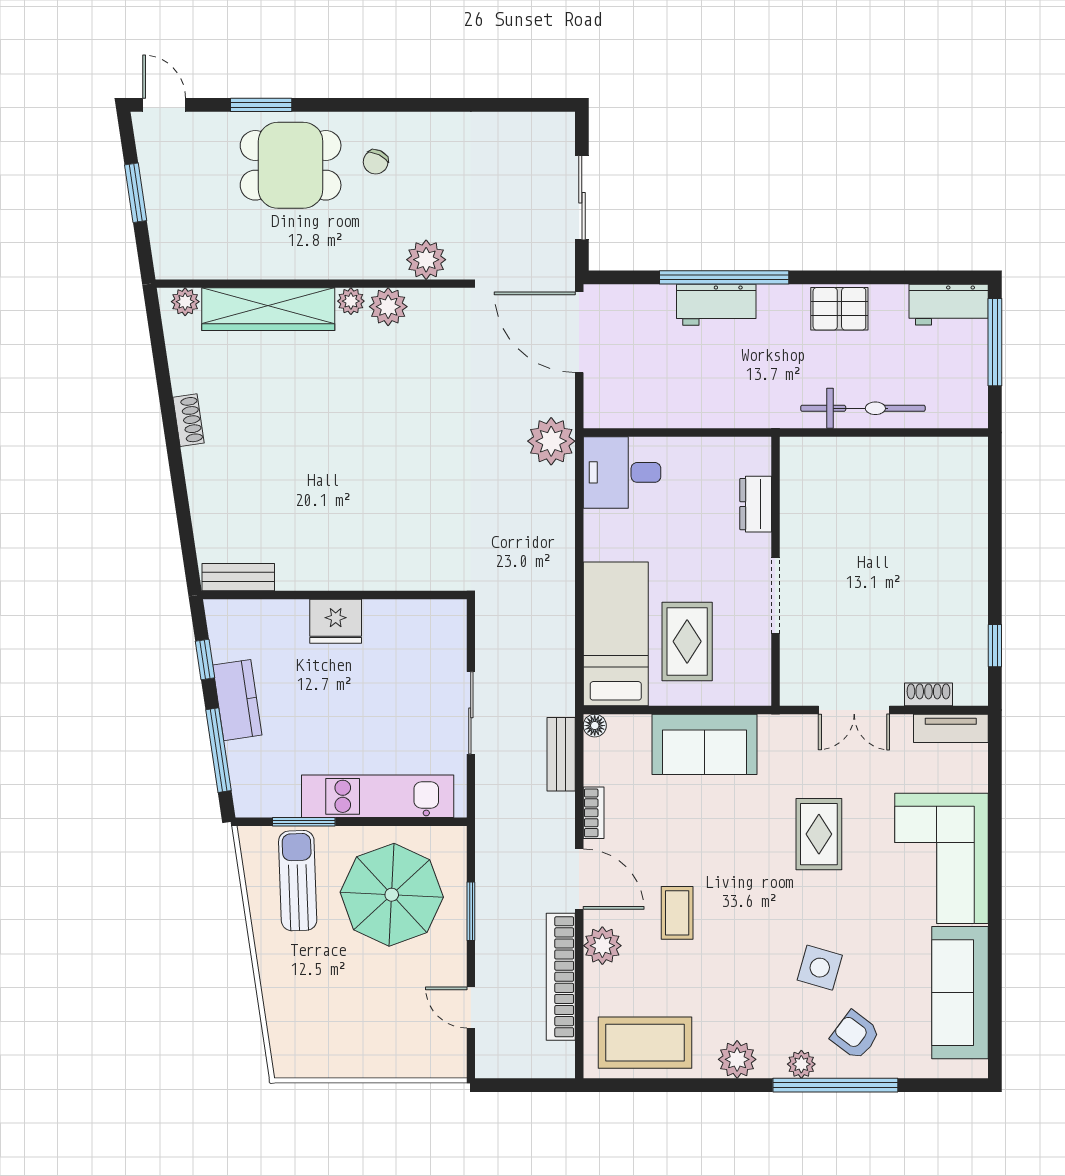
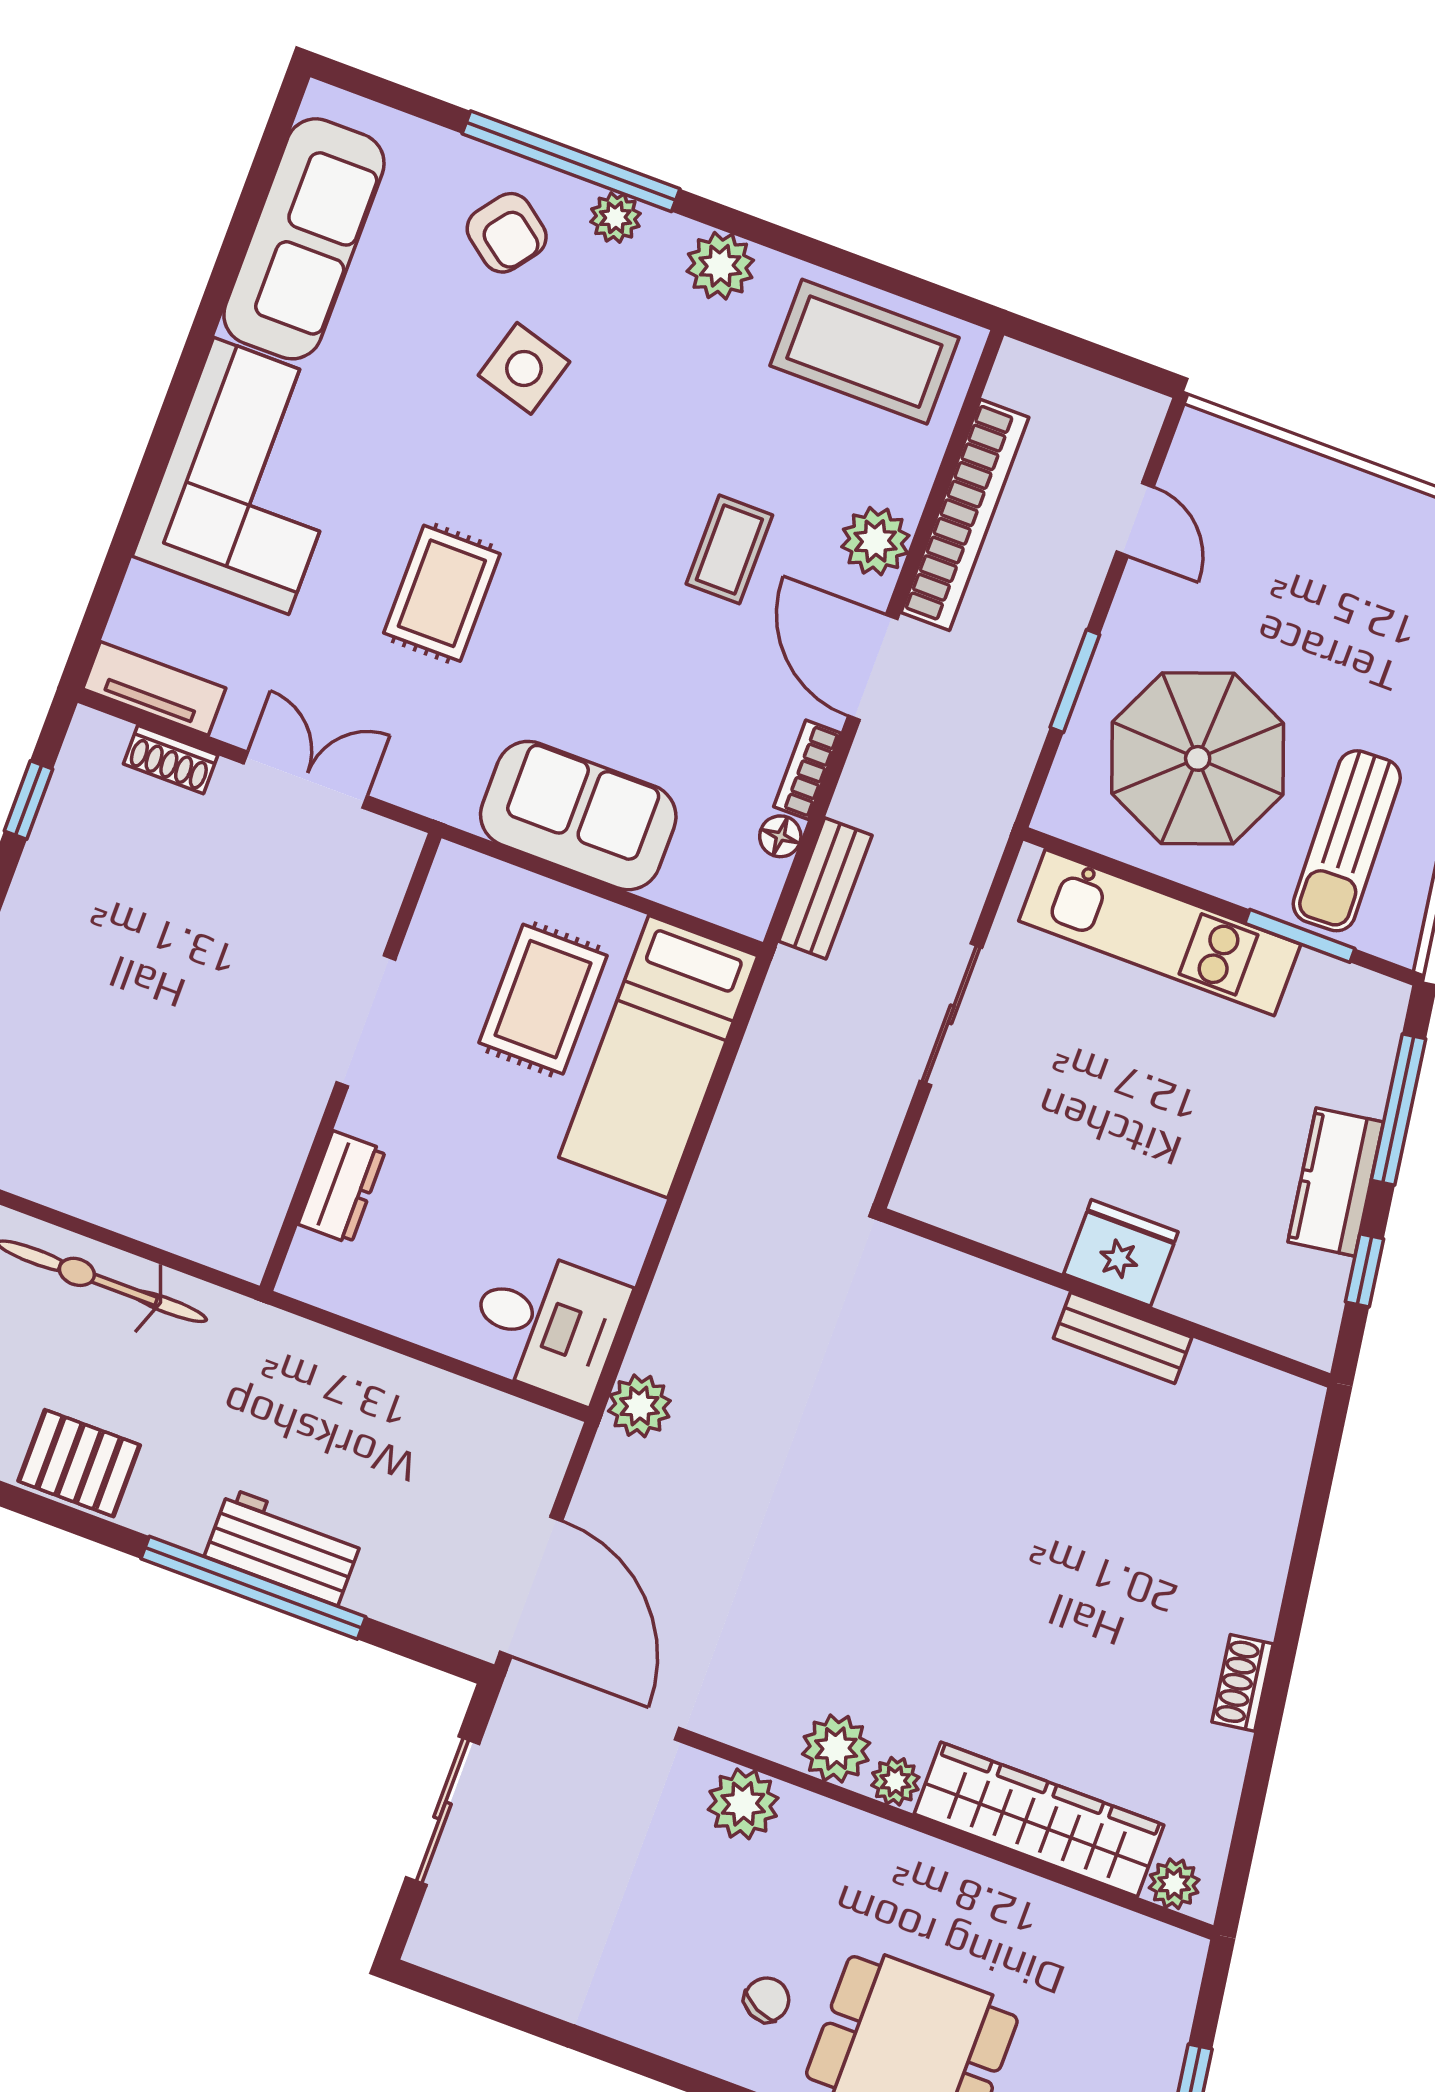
plant: (551, 441) -> (639, 1406), width x0.73, depth x0.73
bench: (238, 577) -> (1123, 1338), moved
floor lamp: (595, 726) -> (780, 836), moved

